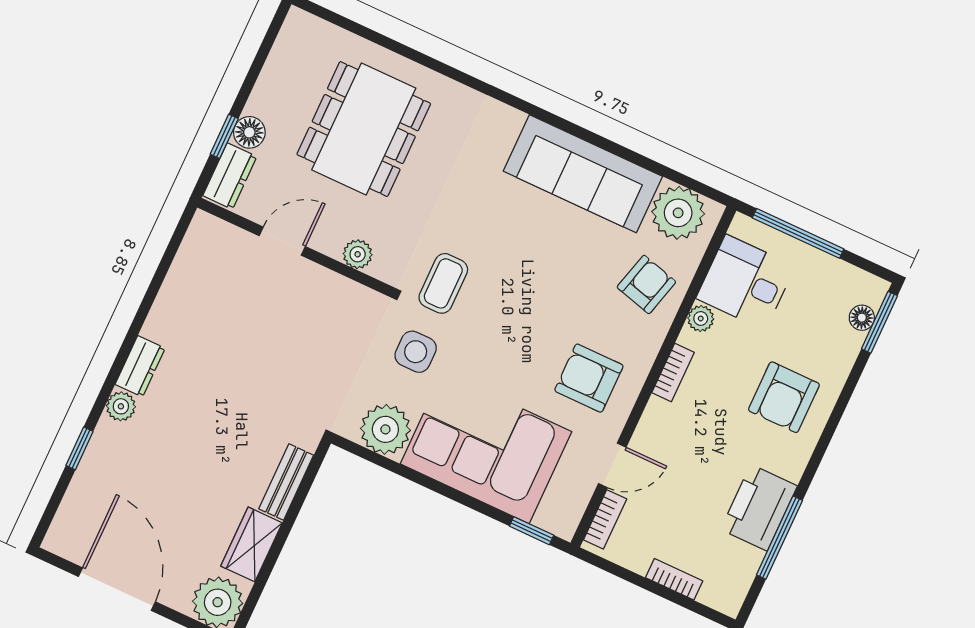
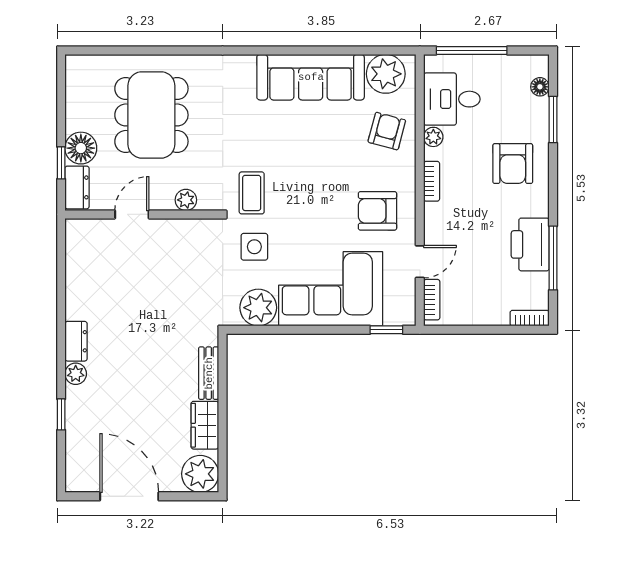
floor lamp: (249, 132) -> (81, 148), width x1.38, depth x1.38
window: (879, 322) -> (553, 120), moved
bookcase: (674, 579) -> (530, 318), moved

